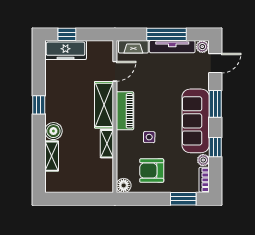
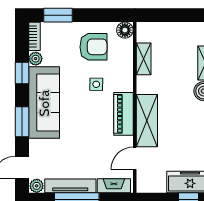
shelving: (107, 144) -> (144, 59), moved

